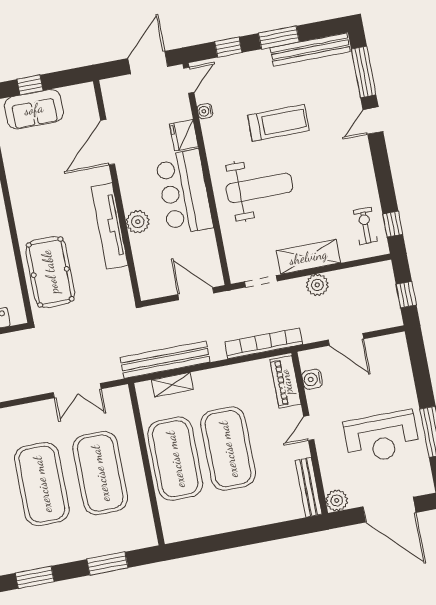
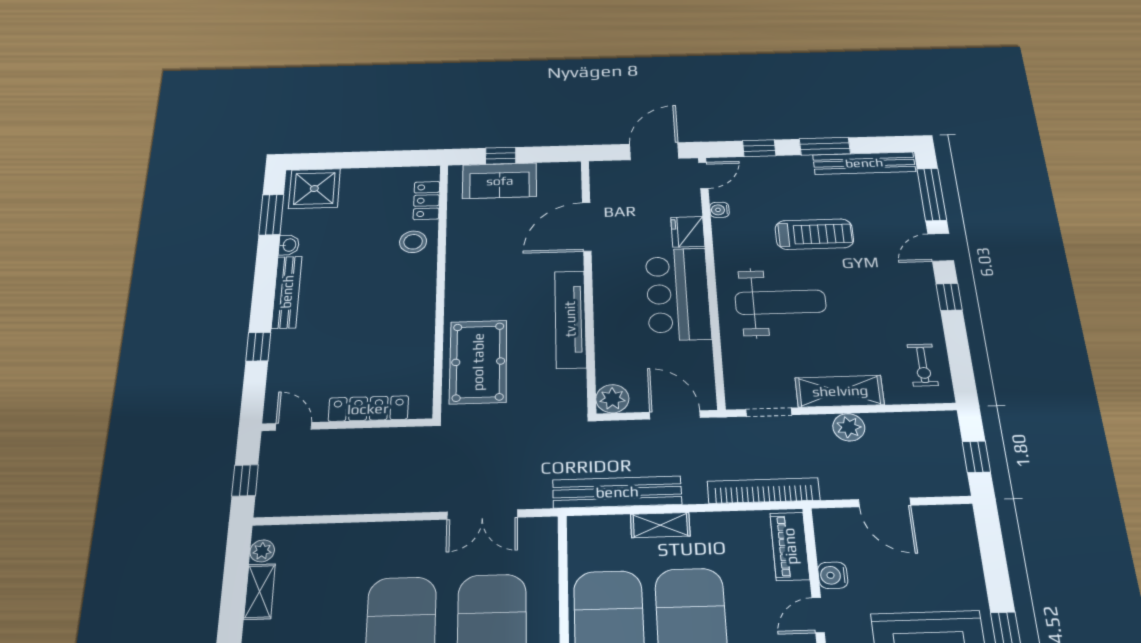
plant: (138, 222) -> (612, 399), moved
window: (393, 224) -> (949, 297), moved
exercise bike: (365, 226) -> (923, 365), turned 180
water cooler: (312, 379) -> (833, 575), moved
shelving: (172, 385) -> (660, 525), moved

